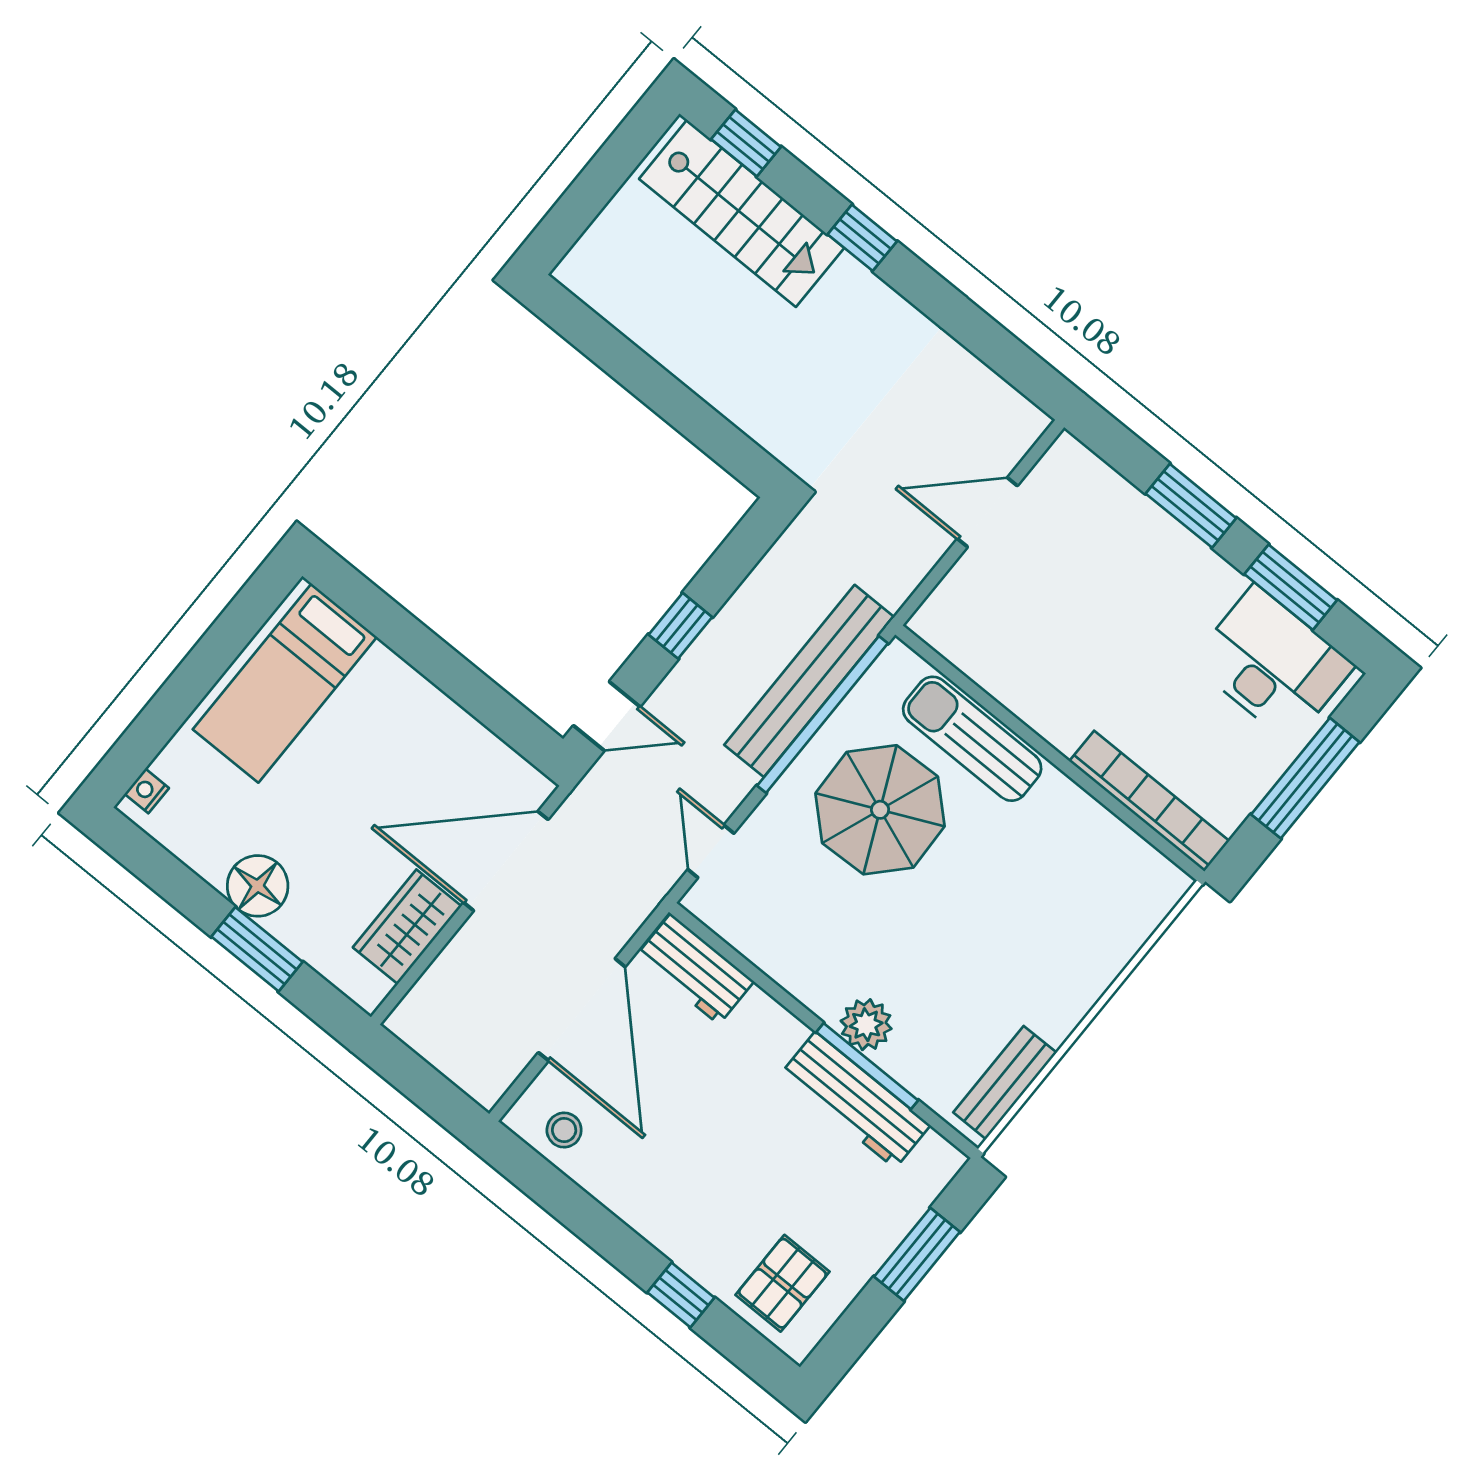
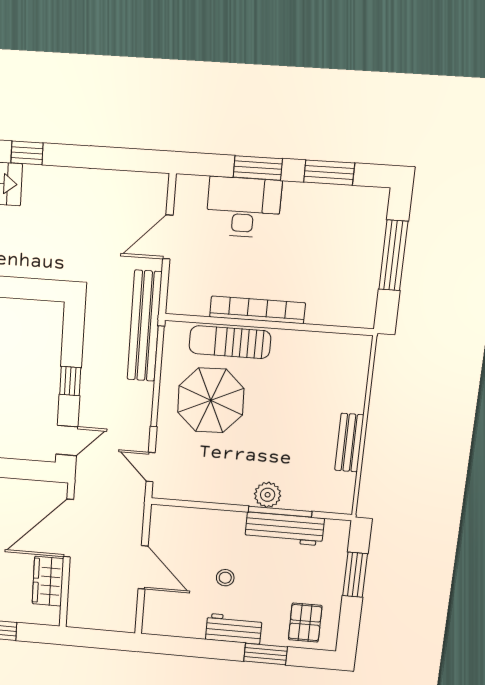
desk: (1272, 664) -> (244, 207), moved
bench: (809, 681) -> (145, 326), moved
bookcase: (1149, 801) -> (257, 310), moved
workbench: (695, 969) -> (234, 629), moved, turned 180
door: (582, 1010) -> (143, 567), width x0.73
bench: (1005, 1083) -> (349, 443), moved
stool: (564, 1130) -> (225, 578), moved
window: (681, 1295) -> (266, 654), width x1.50

